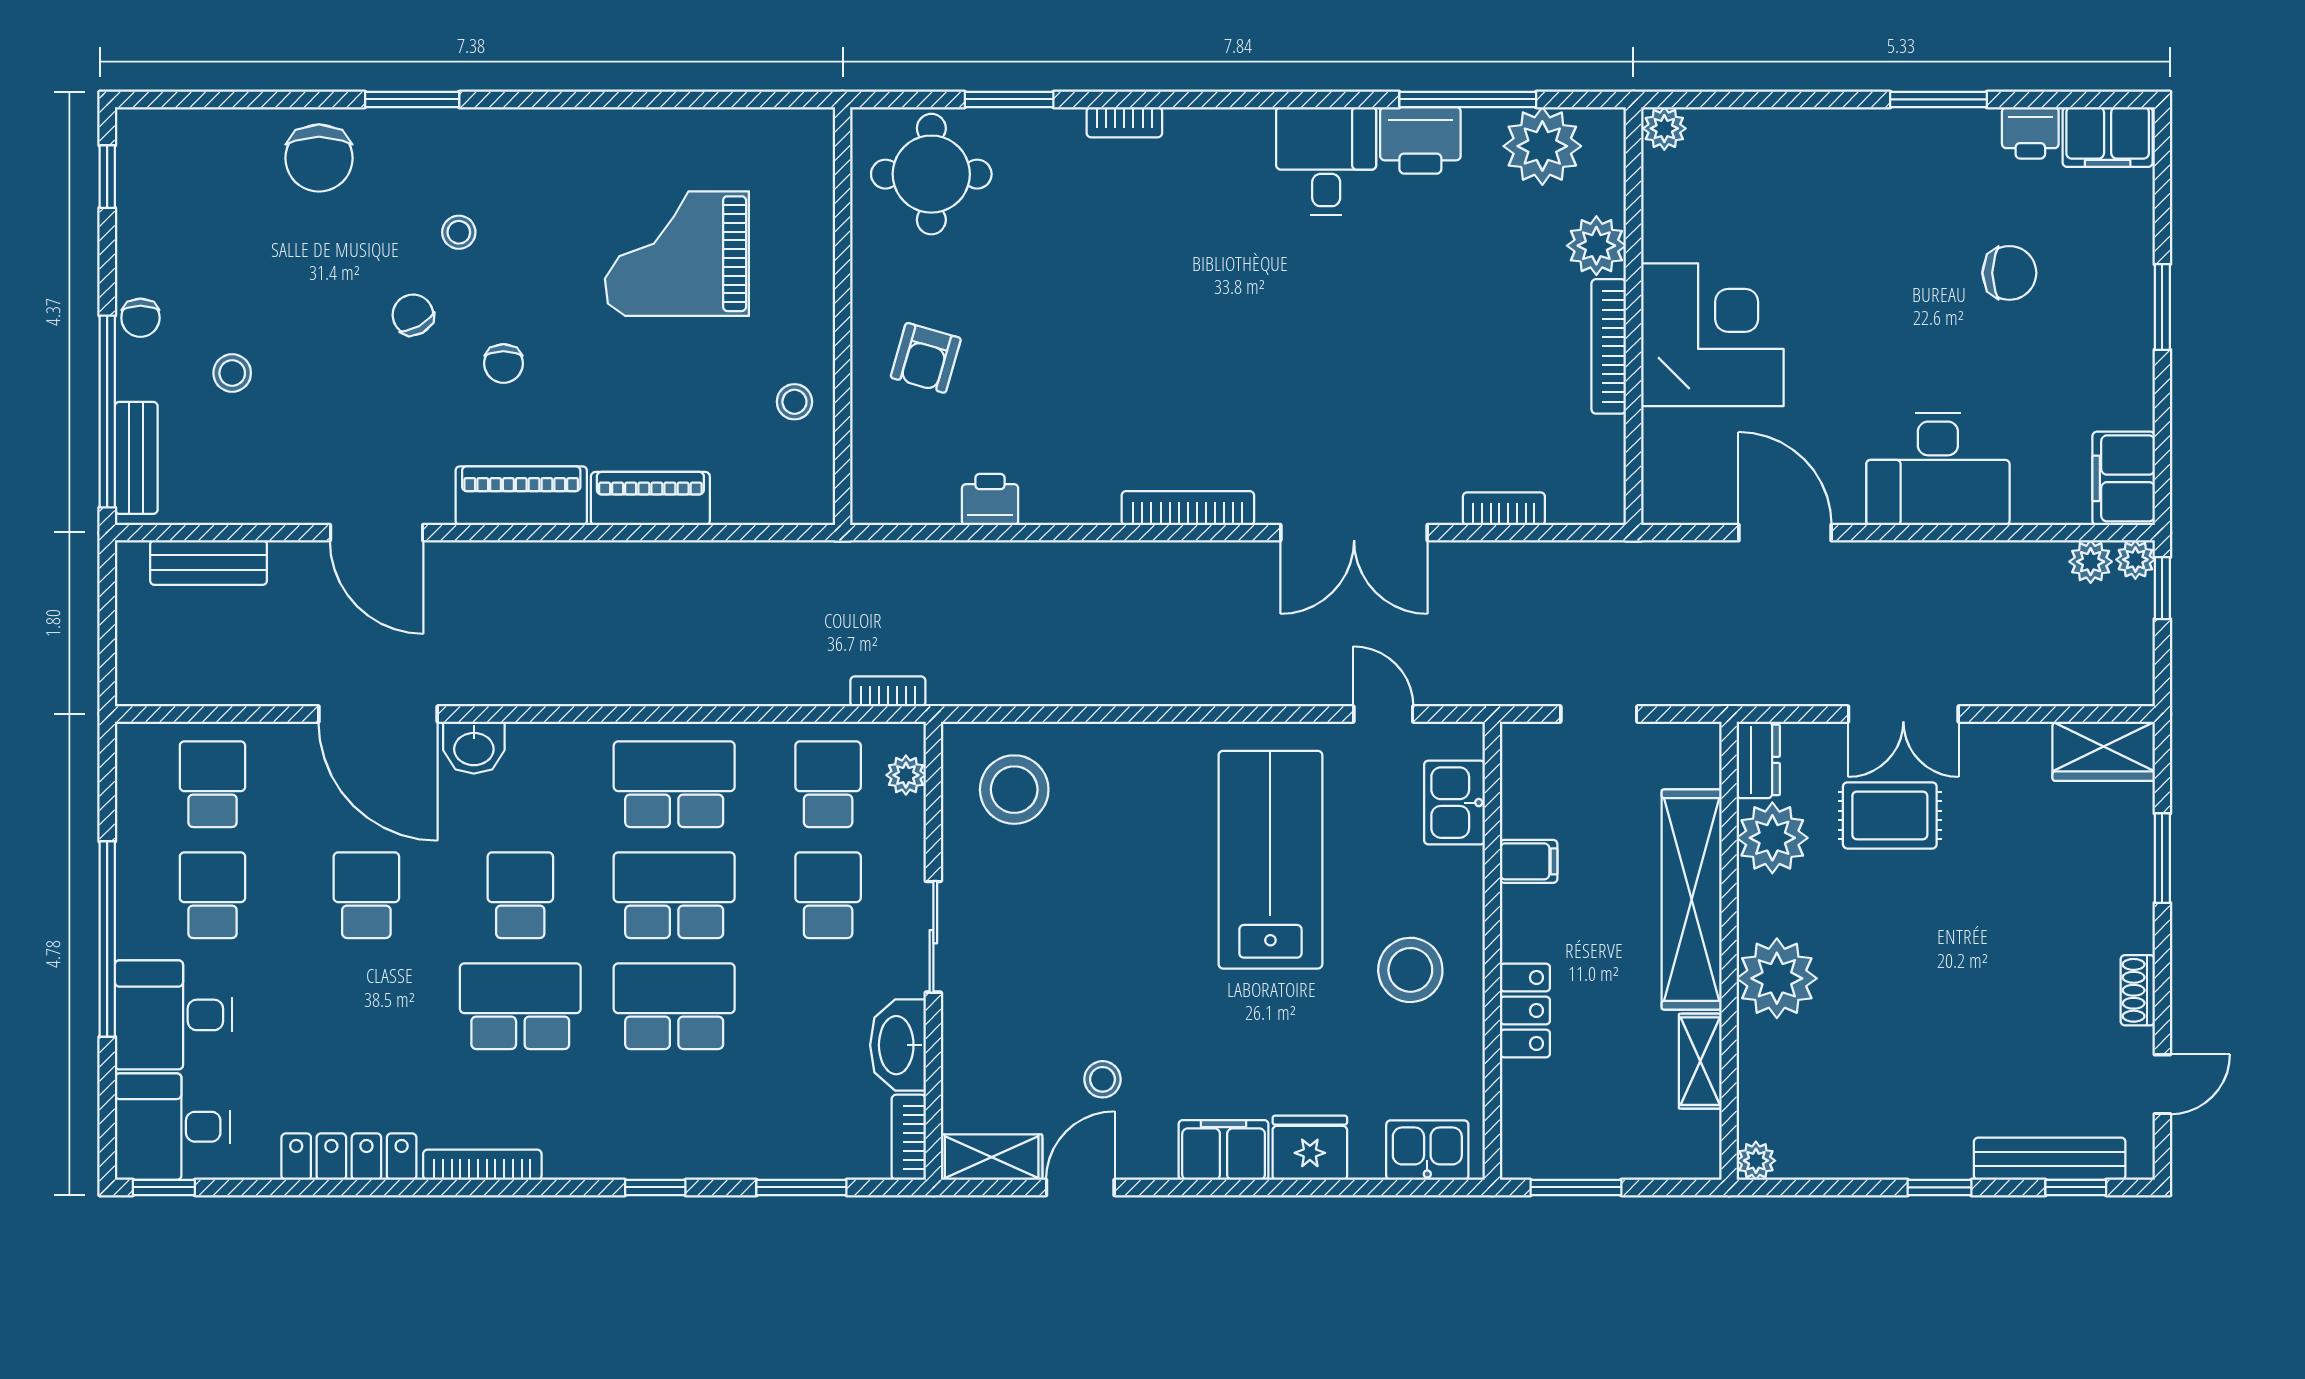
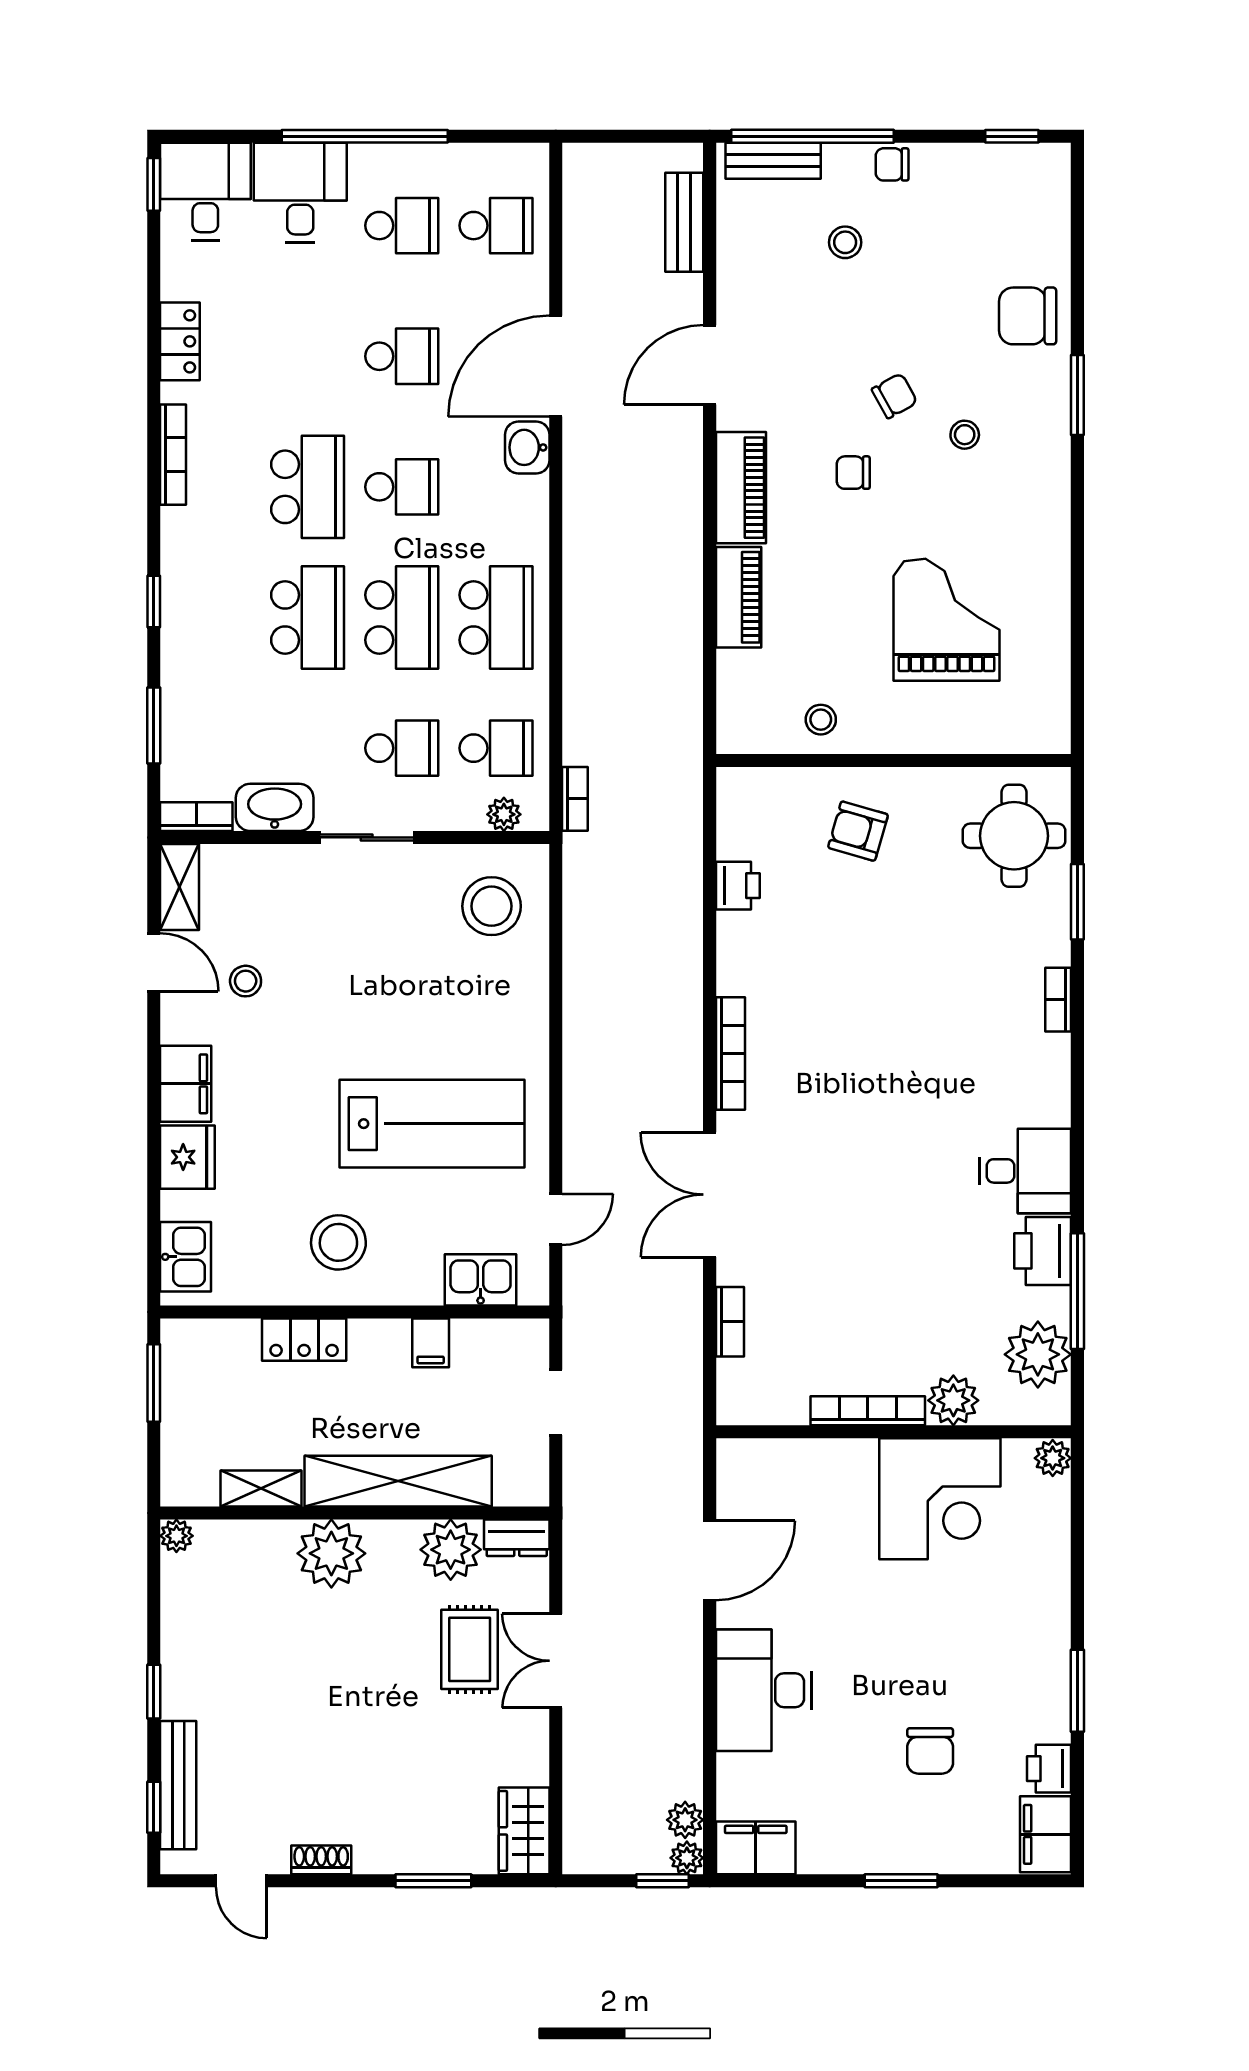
corner desk: (1712, 335) -> (940, 1499), moved
locker: (349, 1157) -> (180, 341), width x0.66

